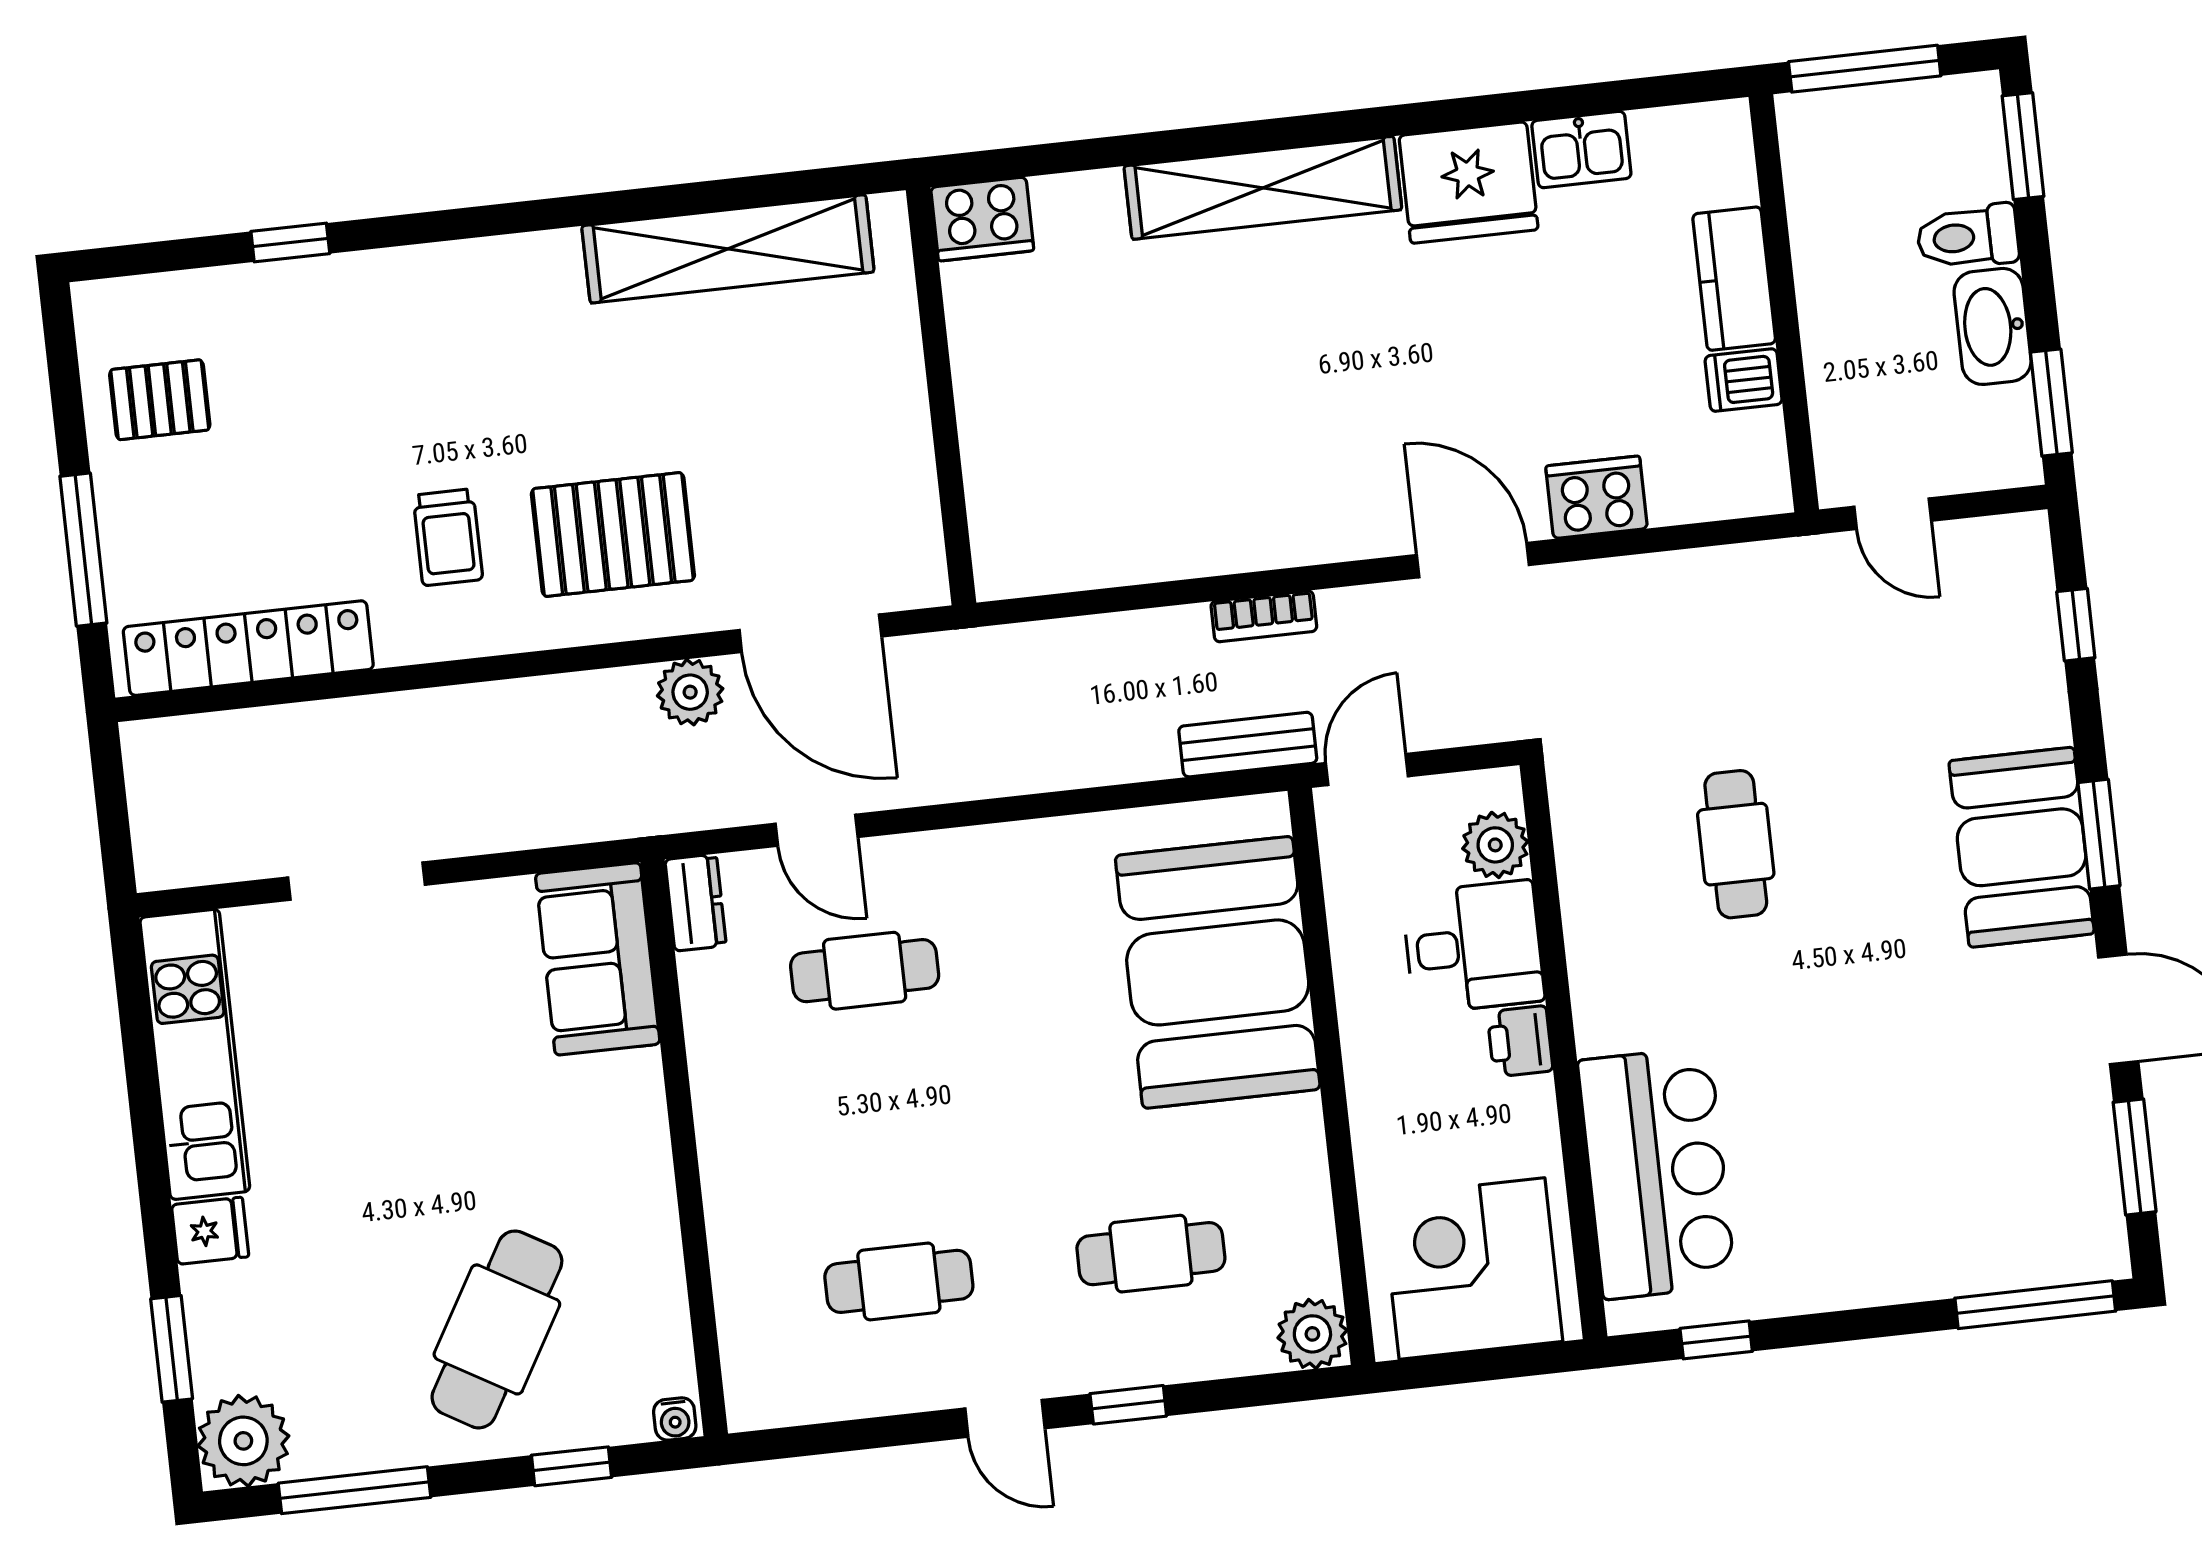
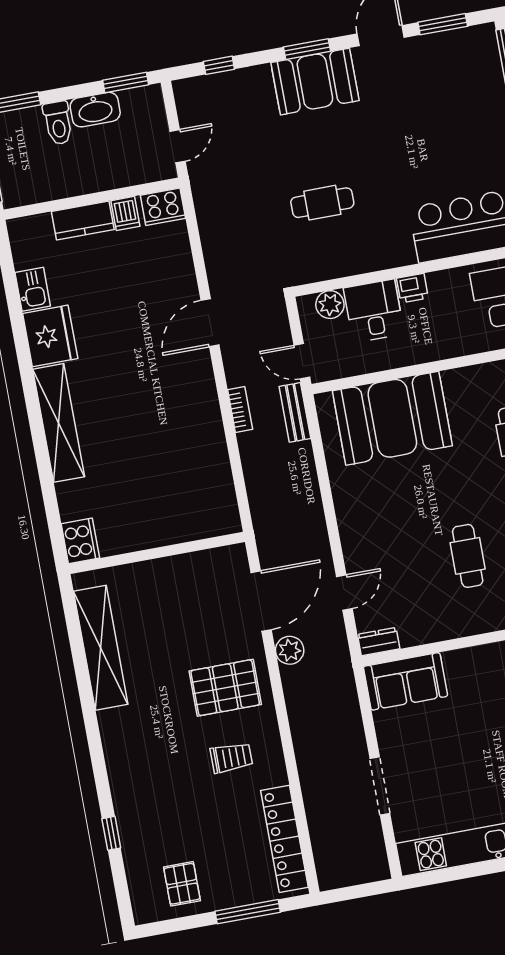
cooker: (1597, 497) -> (163, 207), moved, turned -90
pallet: (613, 534) -> (225, 688), turned 90
cafe table: (865, 971) -> (468, 556), moved

